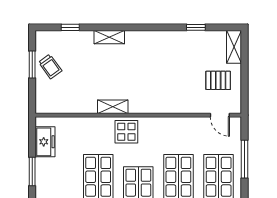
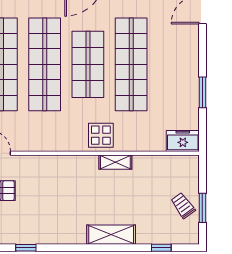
shelving: (109, 37) -> (111, 235), width x1.50, depth x1.33
freezer: (45, 142) -> (183, 141), moved, turned 90

